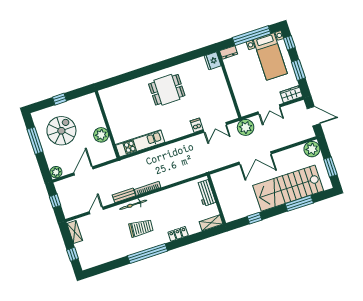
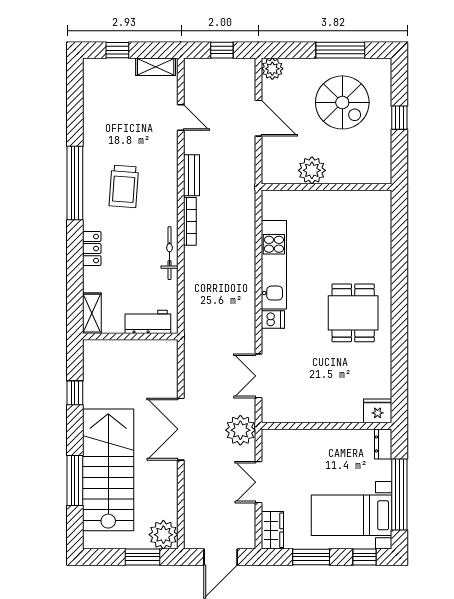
dishwasher: (197, 125) -> (273, 319), moved
kitchen unit: (140, 143) -> (274, 265), moved
window: (330, 167) -> (142, 557), moved
bicycle: (133, 205) -> (170, 253), moved

